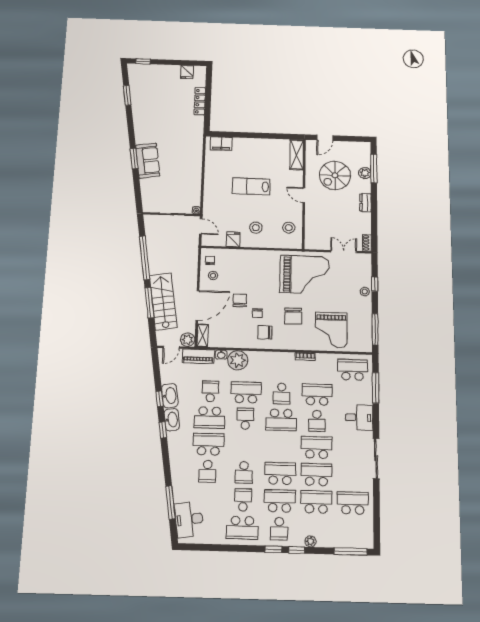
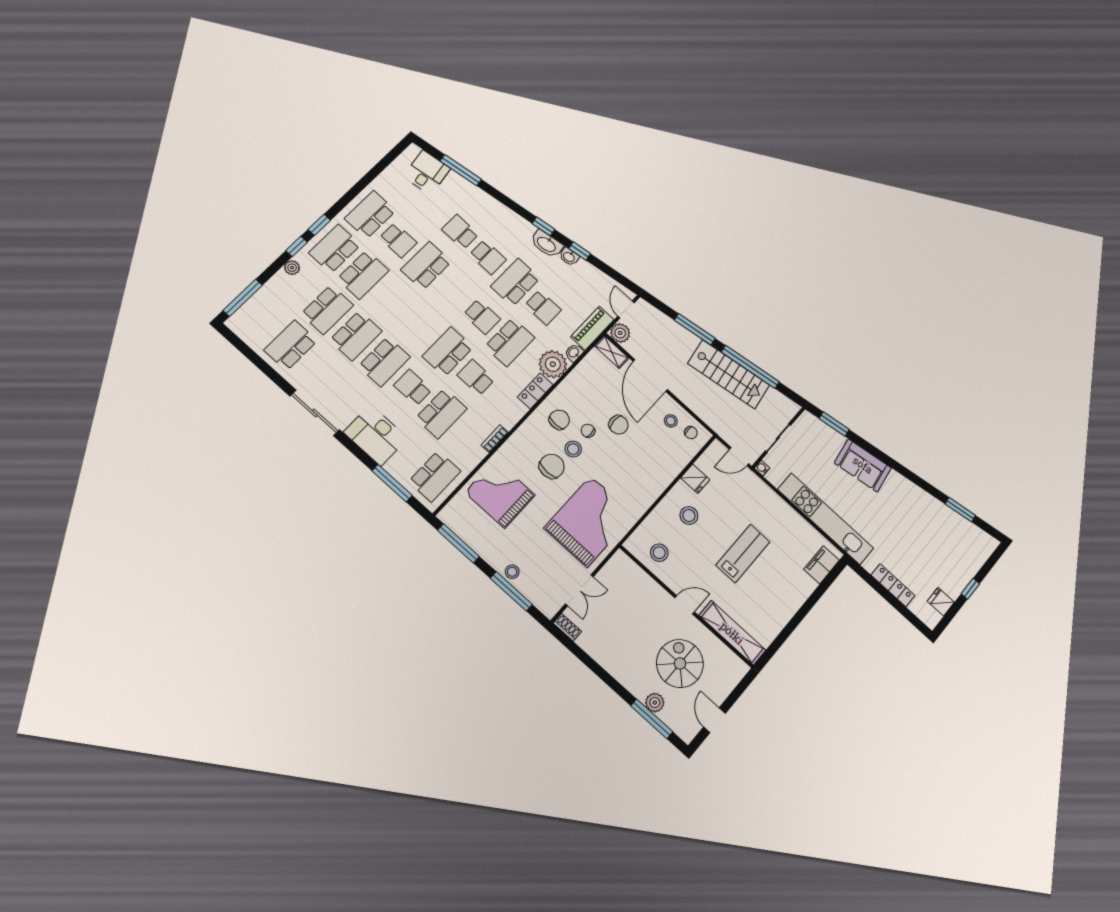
window: (143, 61) -> (970, 589), moved
door: (325, 138) -> (715, 720), moved
shelving: (297, 155) -> (732, 633), width x1.47
window: (134, 158) -> (834, 424), moved
kitchen unit: (195, 159) -> (826, 519), added
dresser: (366, 203) -> (618, 670), removed
grand piano: (305, 275) -> (589, 521), turned 180
window: (375, 284) -> (511, 591), width x2.17
stairs: (163, 301) -> (729, 374), moved
stool: (274, 313) -> (573, 449), added
chair: (293, 316) -> (552, 466), turned 91
locker: (261, 357) -> (535, 391), added
washbasin: (170, 396) -> (569, 257), width x0.52, depth x0.69
desk: (359, 418) -> (376, 435), width x1.37
school desk: (208, 444) -> (488, 257), width x0.54
school desk: (244, 472) -> (426, 266), width x1.85
school desk: (280, 473) -> (391, 300), removed
school desk: (353, 503) -> (291, 345), turned 180
desk: (189, 519) -> (427, 172), width x0.73
school desk: (279, 529) -> (335, 249), width x1.85

